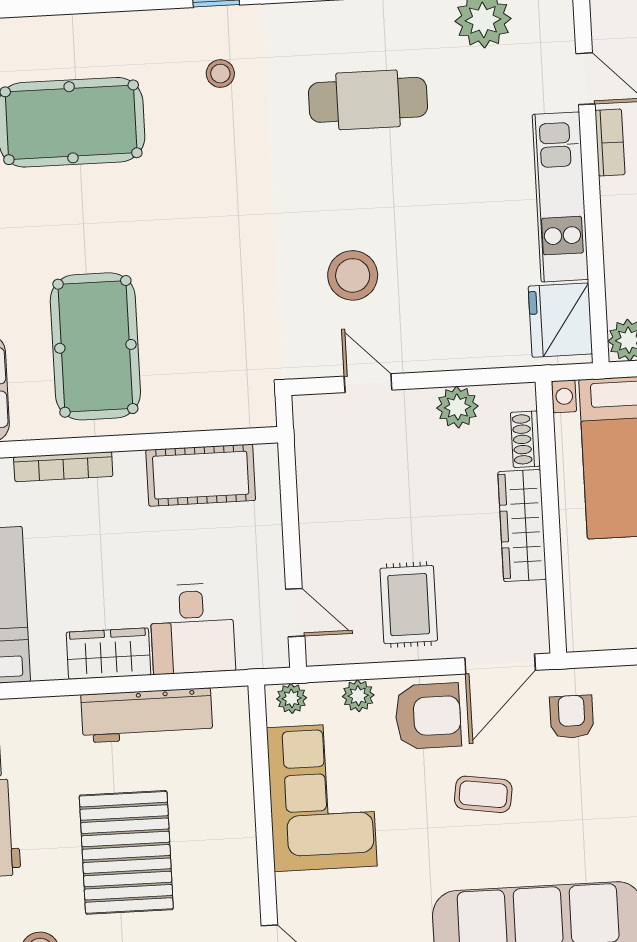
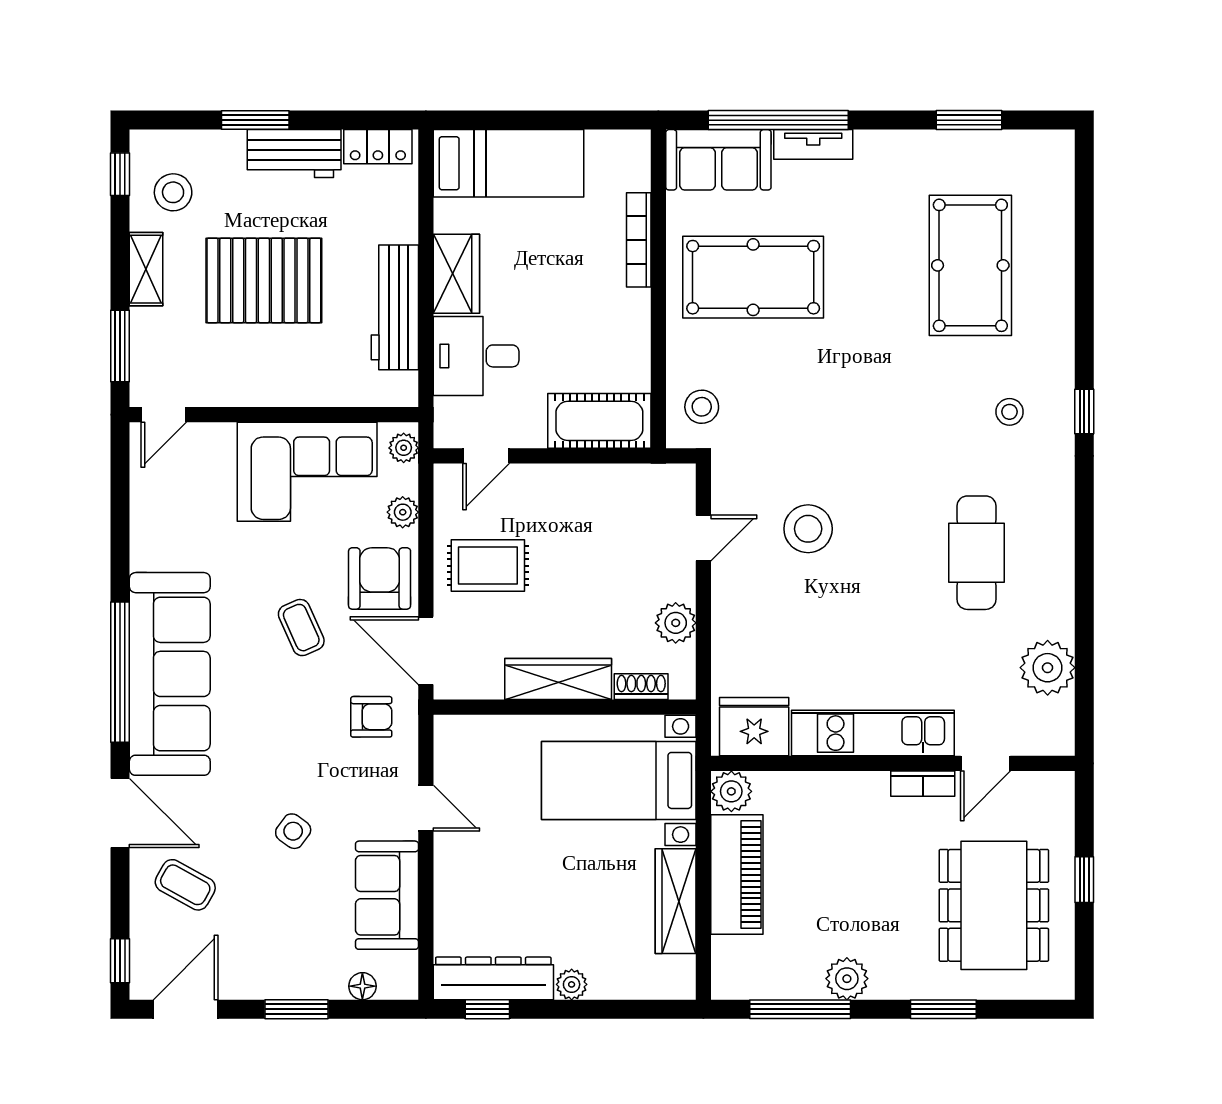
stool: (232, 392) -> (702, 407), added
cot: (201, 475) -> (599, 421), moved, turned 90
armchair: (428, 716) -> (380, 578), turned 180
coffee table: (483, 794) -> (301, 628), turned -32

